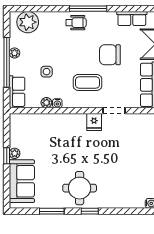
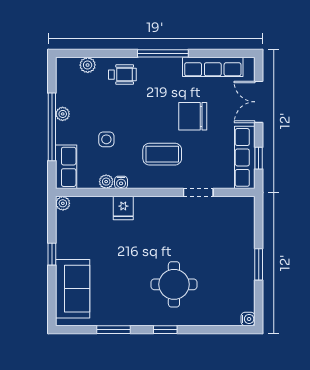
row of seats: (132, 19) -> (213, 67), width x1.48
plant: (28, 22) -> (88, 65), width x0.53, depth x0.53
wheelchair: (76, 23) -> (122, 75), moved
fridge: (94, 122) -> (123, 208), moved
plant: (15, 153) -> (63, 203), moved
round table: (80, 188) -> (174, 284), moved

